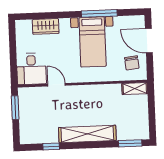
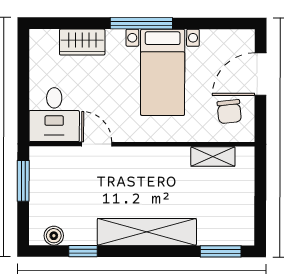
window: (99, 13) -> (141, 23), moved
door: (149, 41) -> (260, 74), hinge flipped
shelving: (135, 89) -> (213, 156), moved
boiler: (34, 138) -> (54, 236), added

